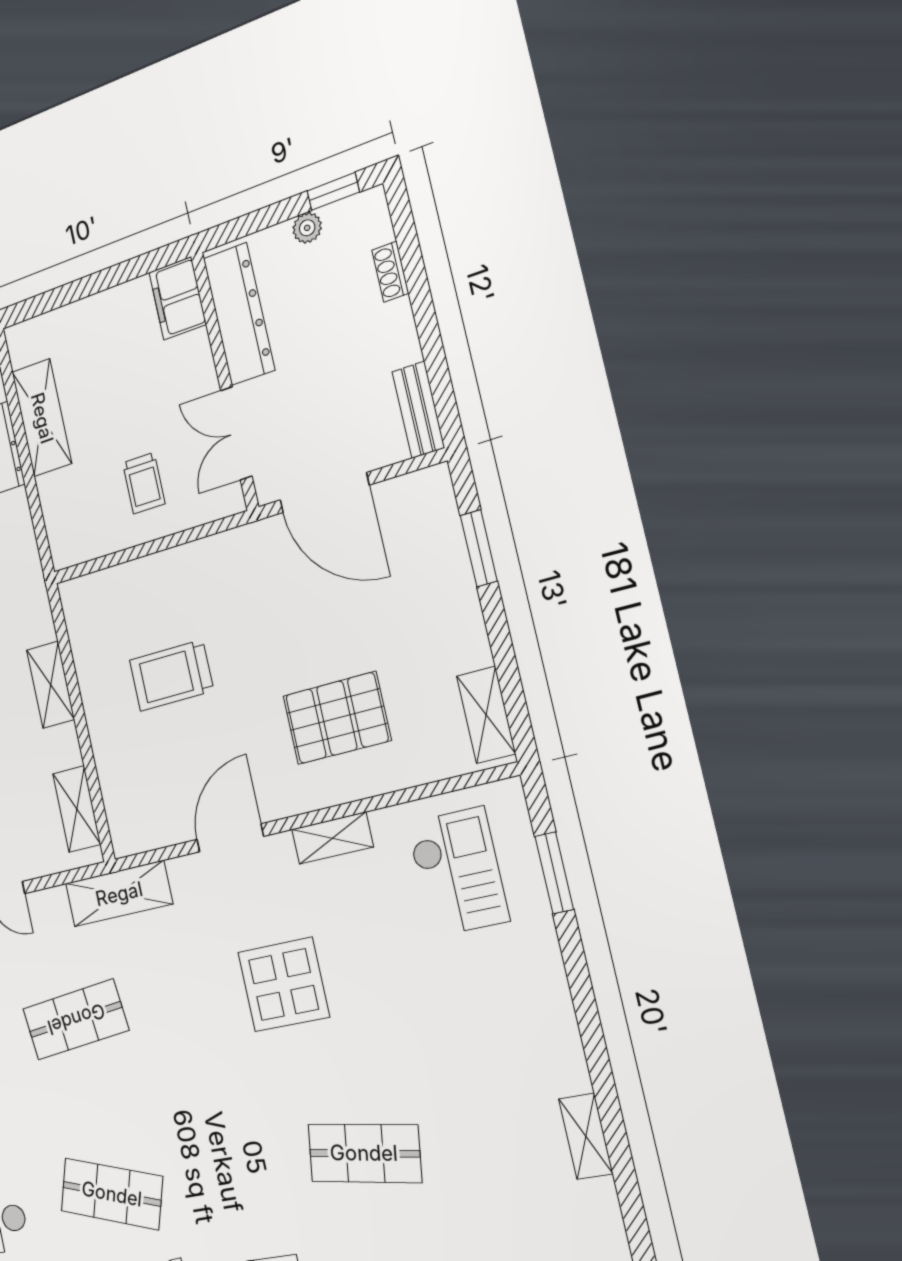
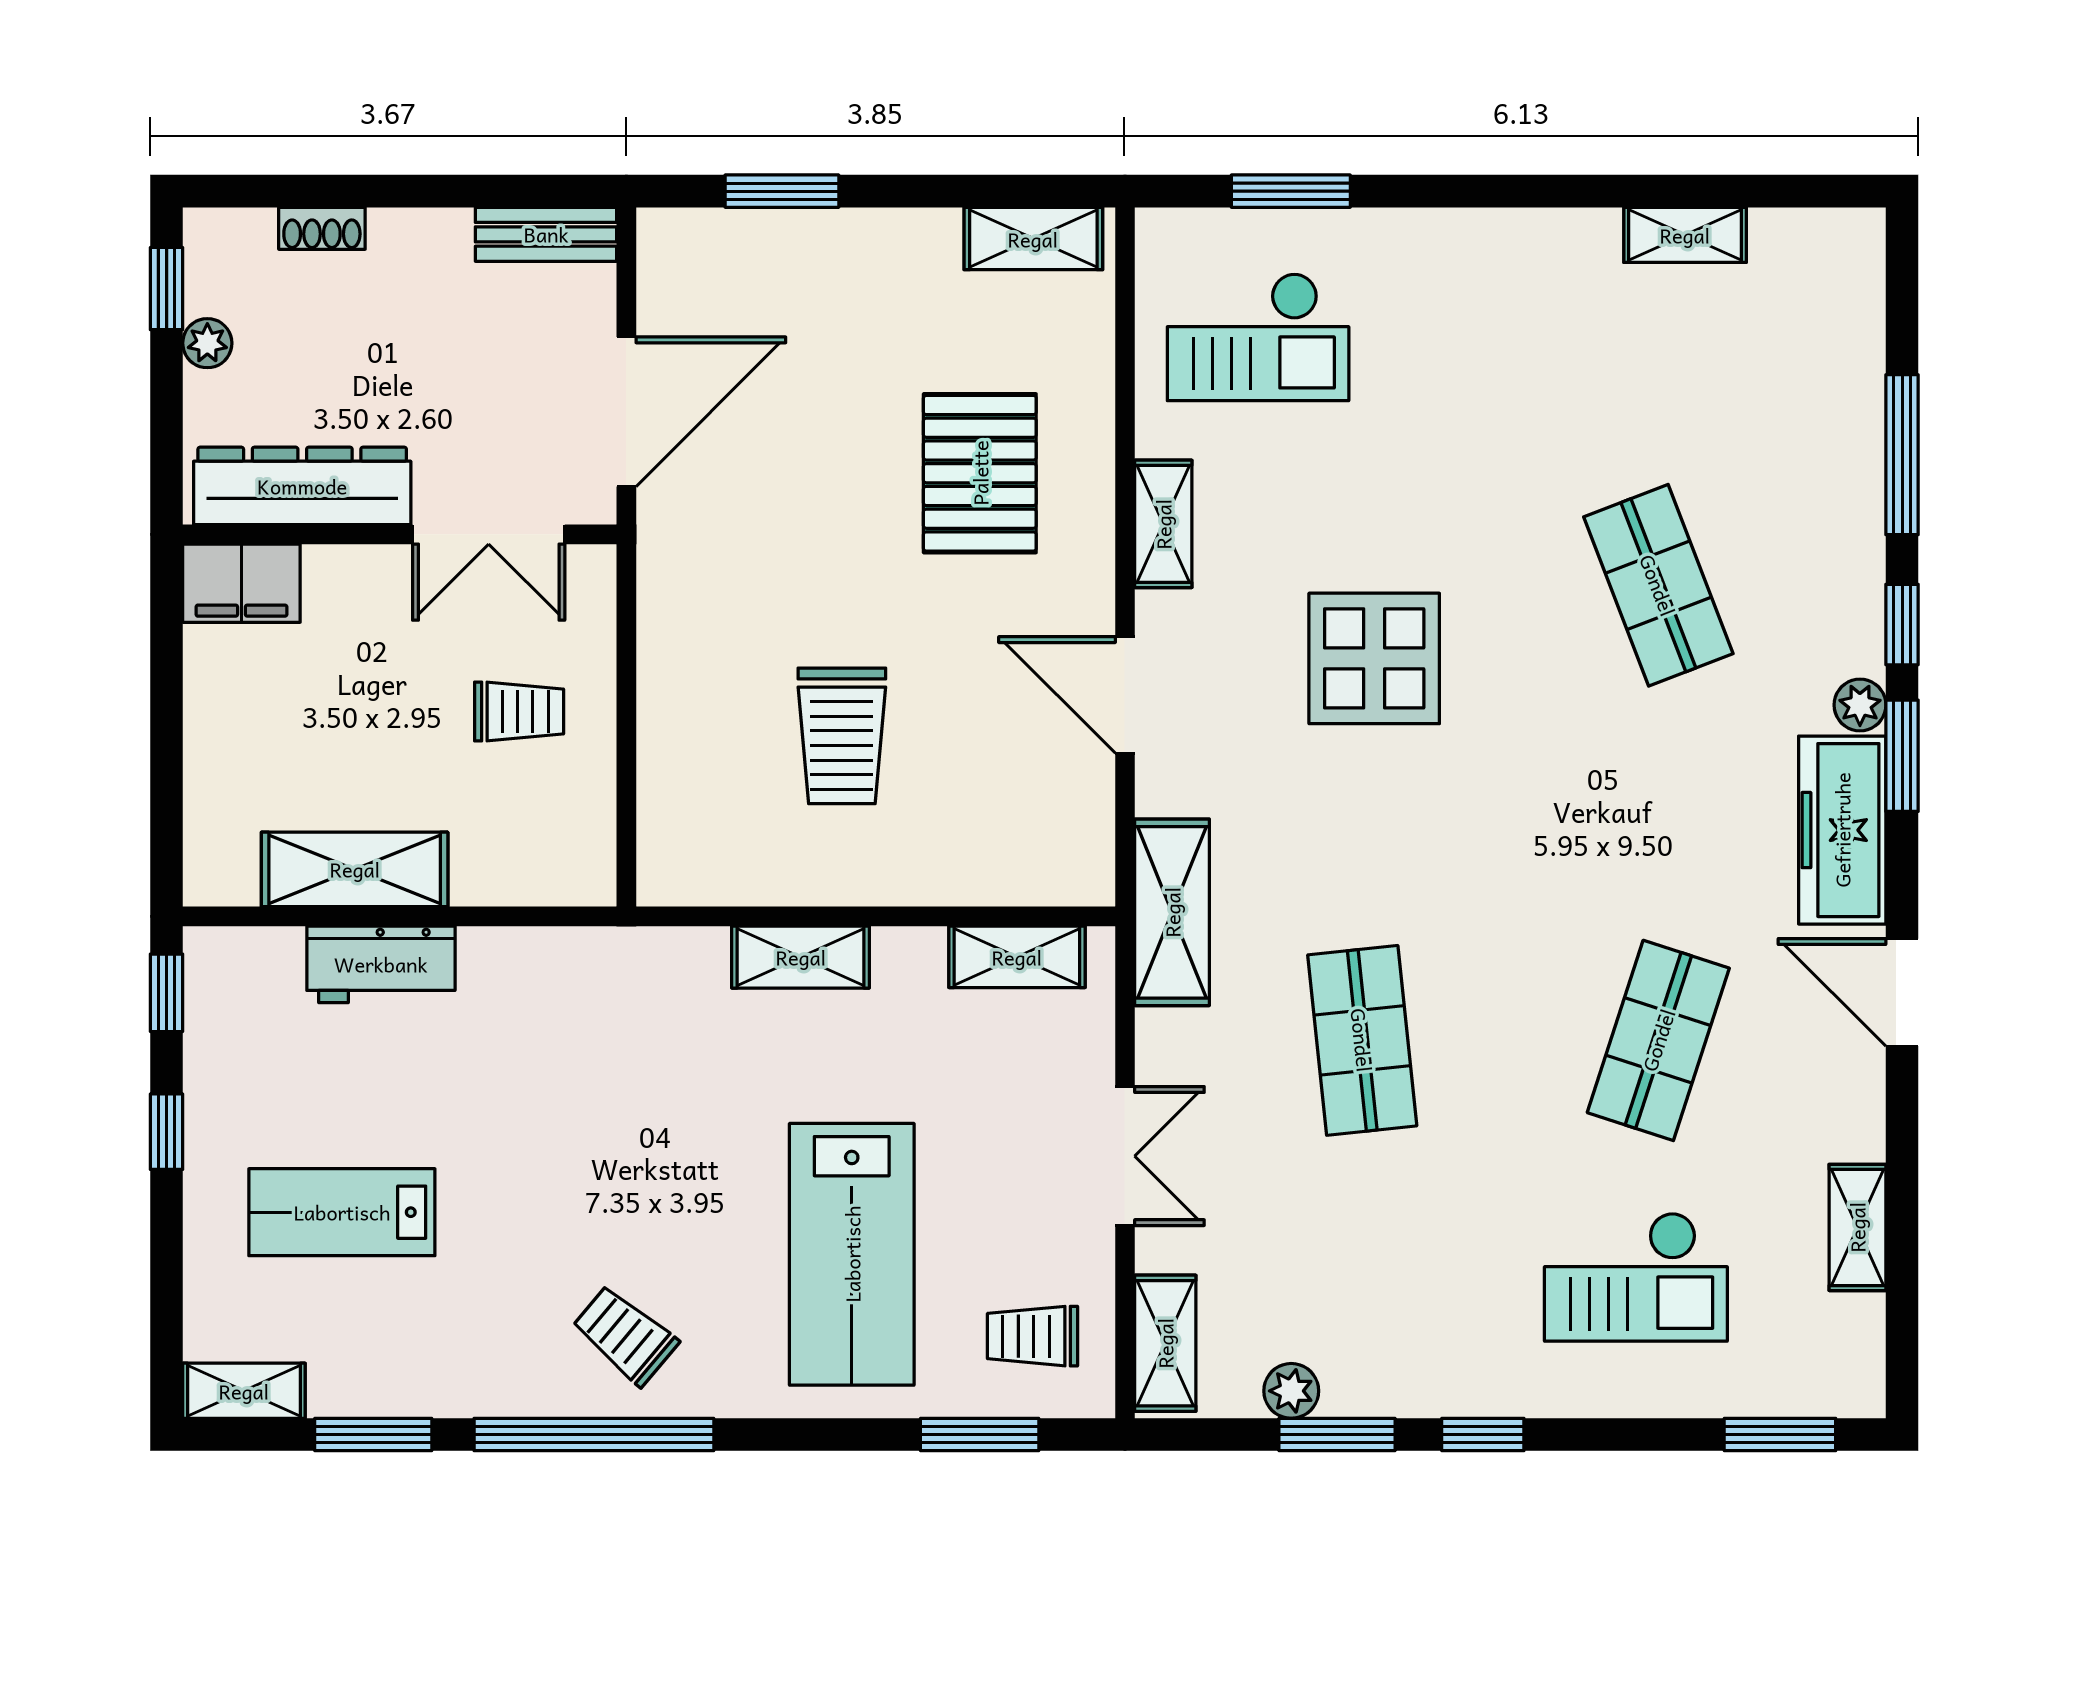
checkout: (458, 872) -> (1258, 337), turned 180
shop shelf: (364, 1153) -> (1658, 585), turned -30

